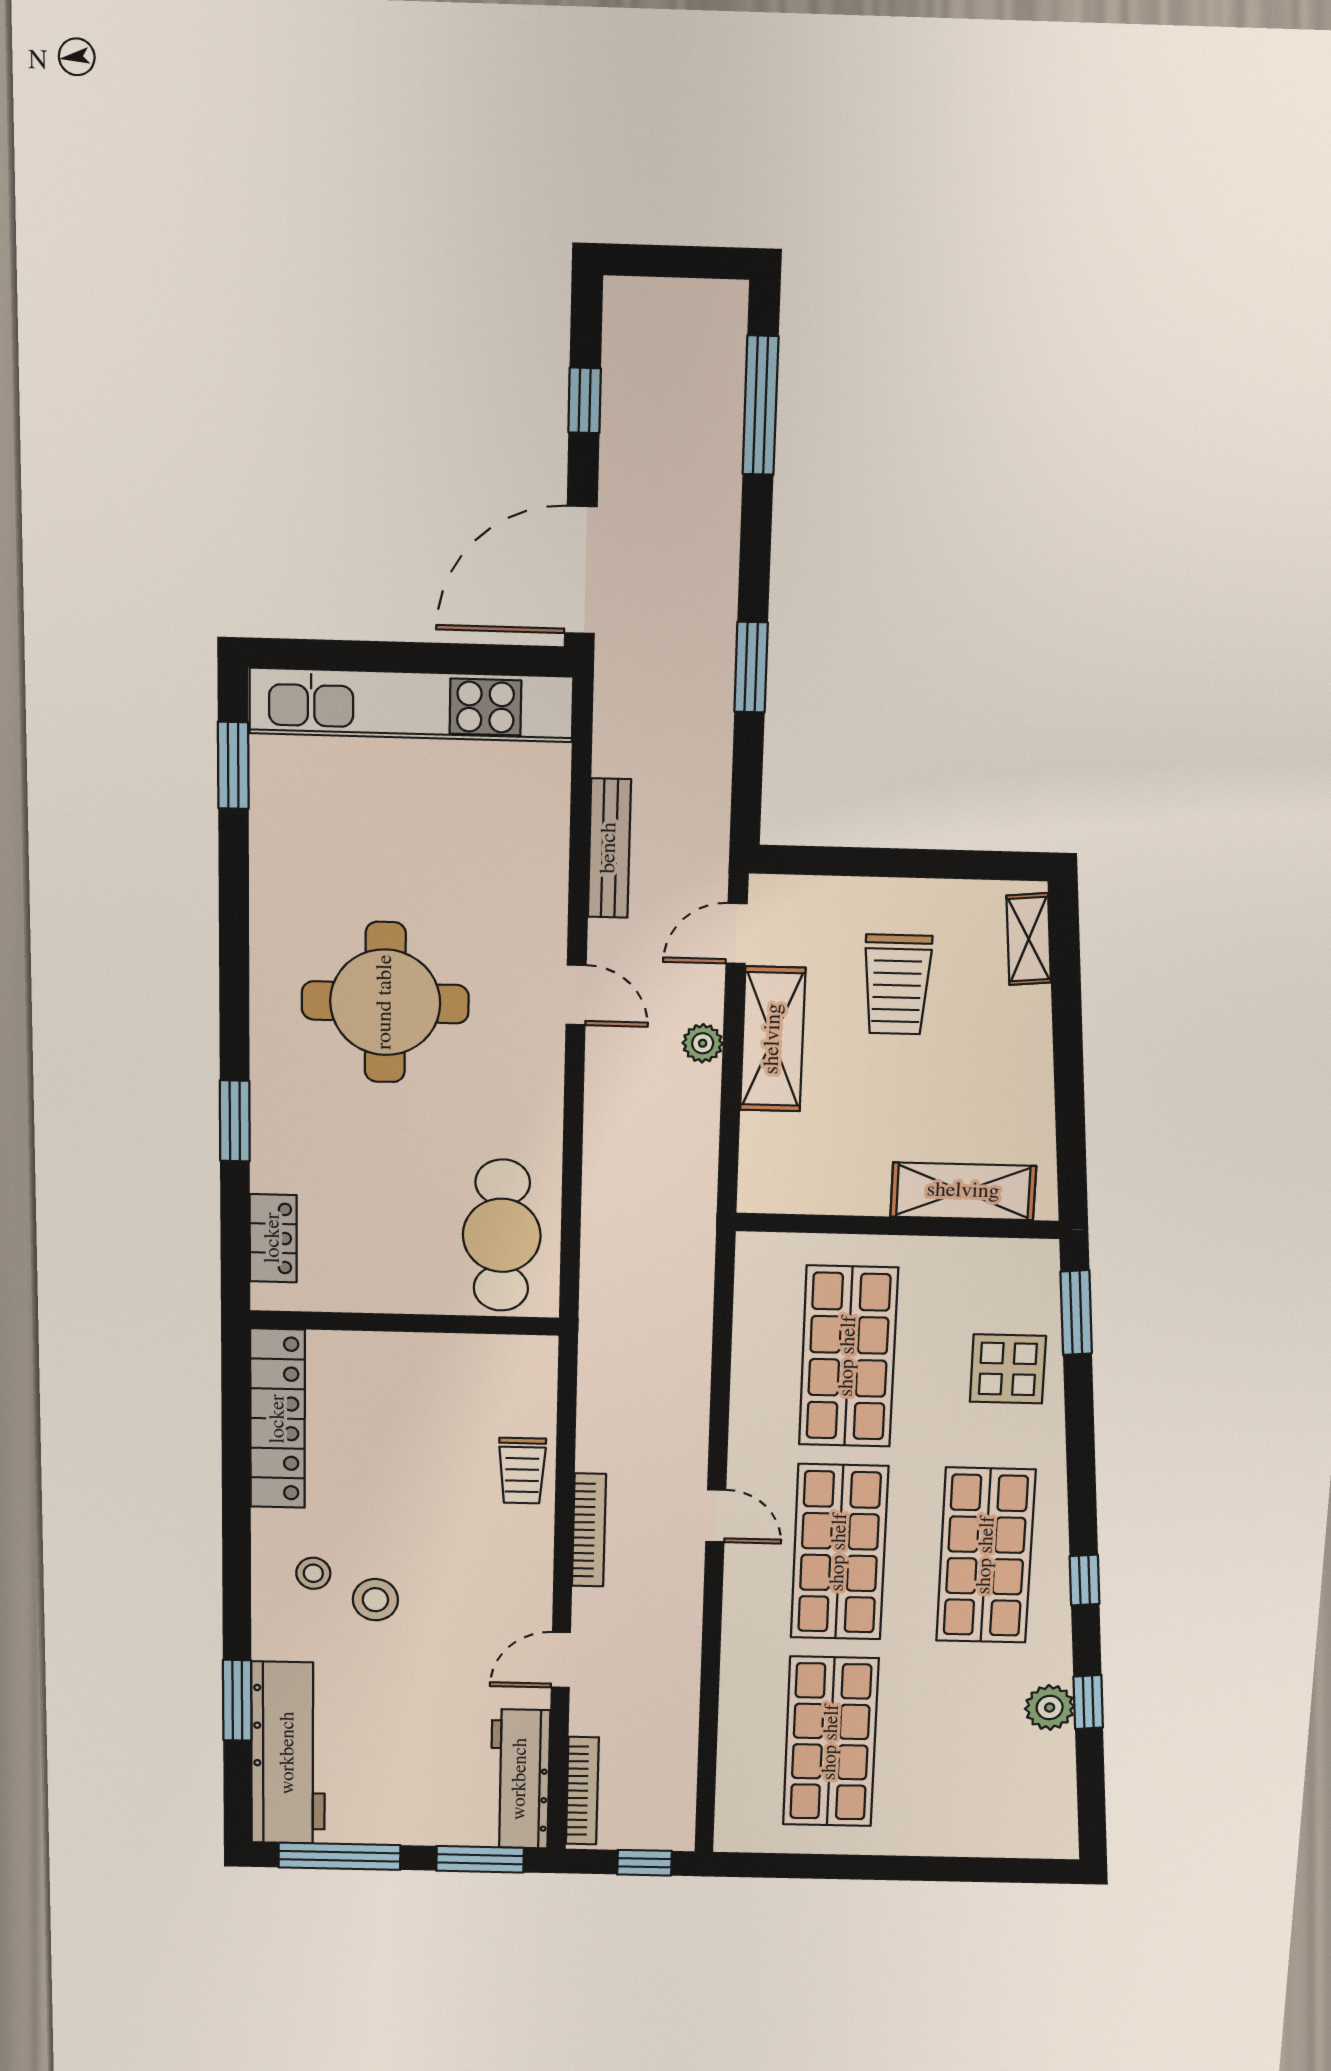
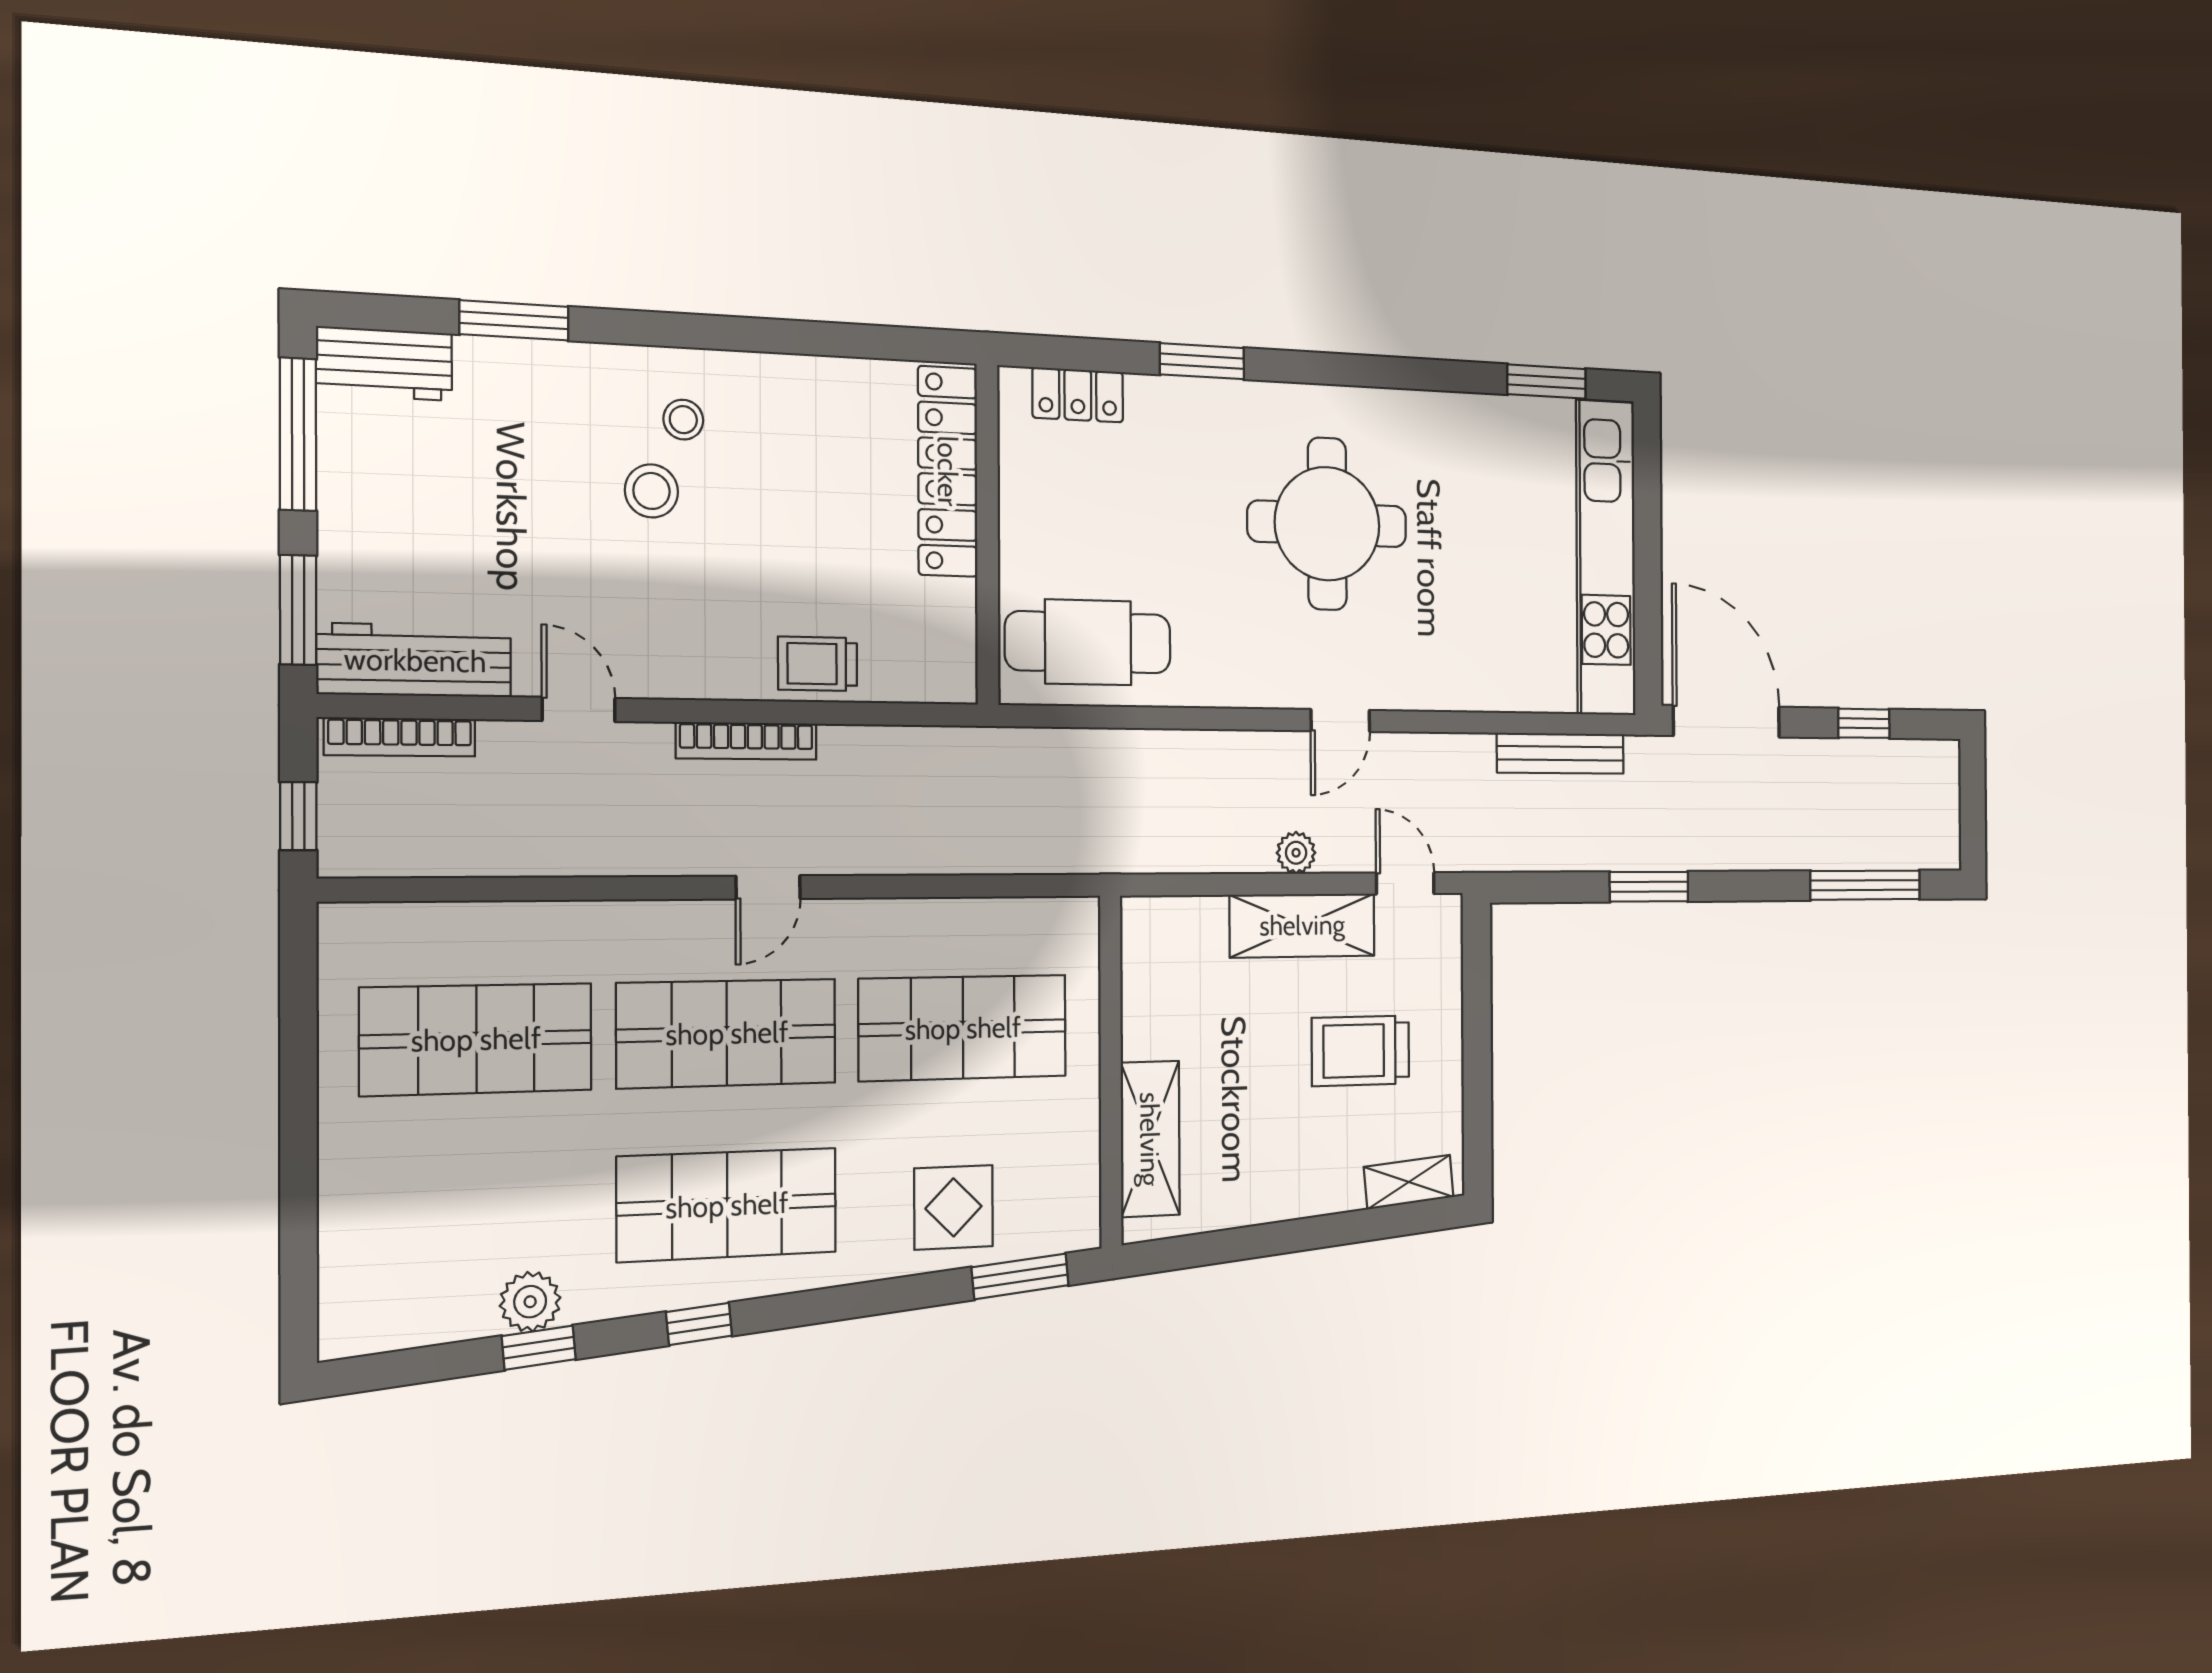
bench: (609, 848) -> (1561, 753), moved
locker: (278, 1419) -> (948, 471), moved, turned 90
workbench: (288, 1753) -> (384, 364), width x0.53, depth x0.76

